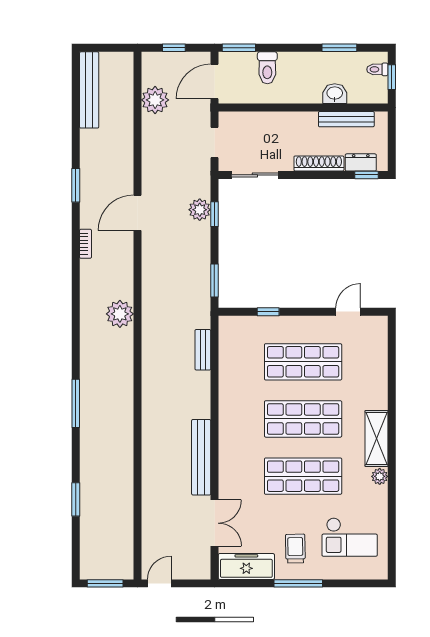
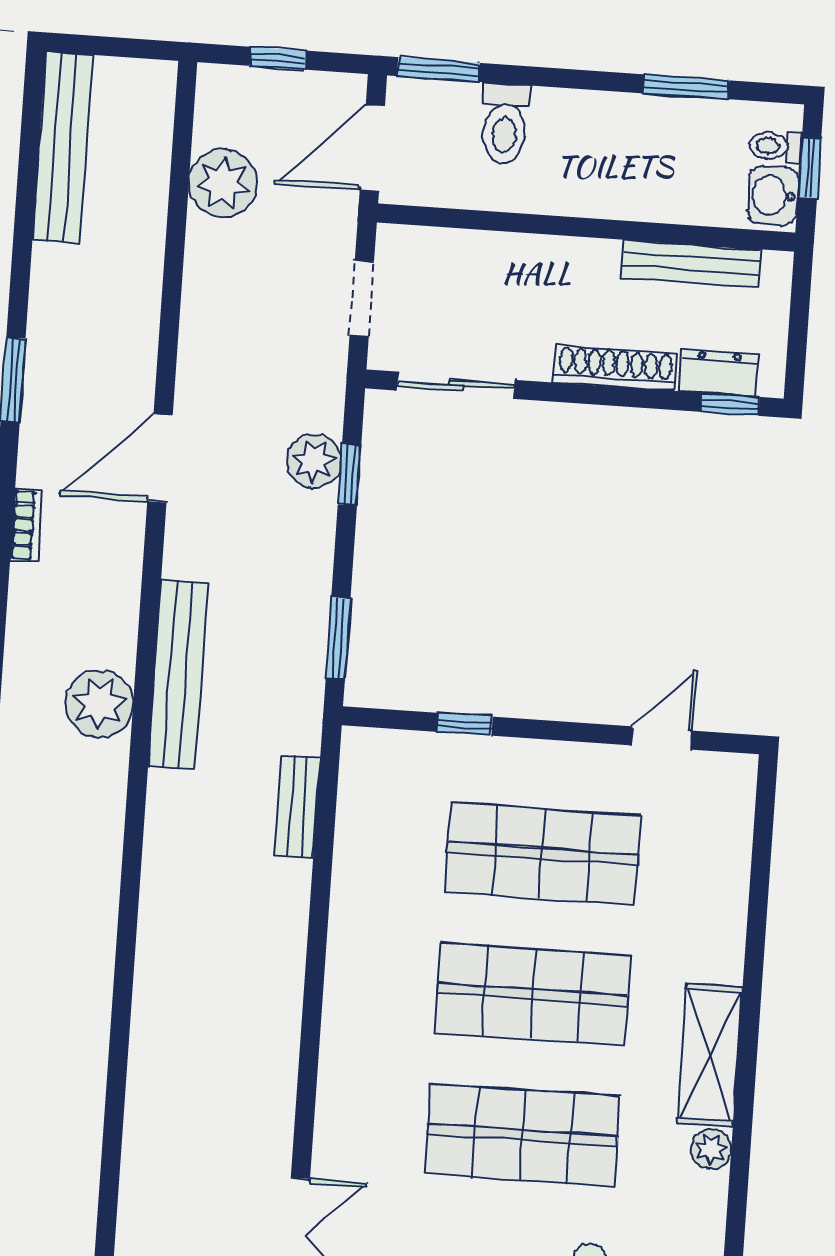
washbasin: (335, 94) -> (773, 195), moved, turned -90
bench: (201, 457) -> (178, 674), moved

